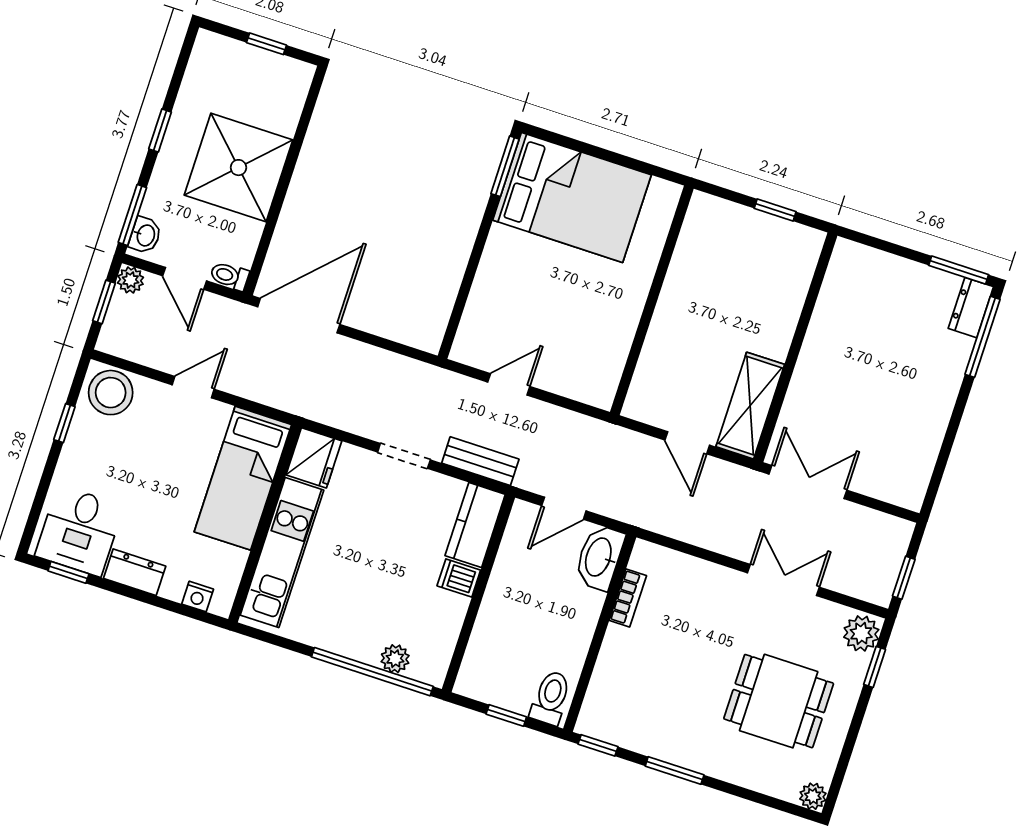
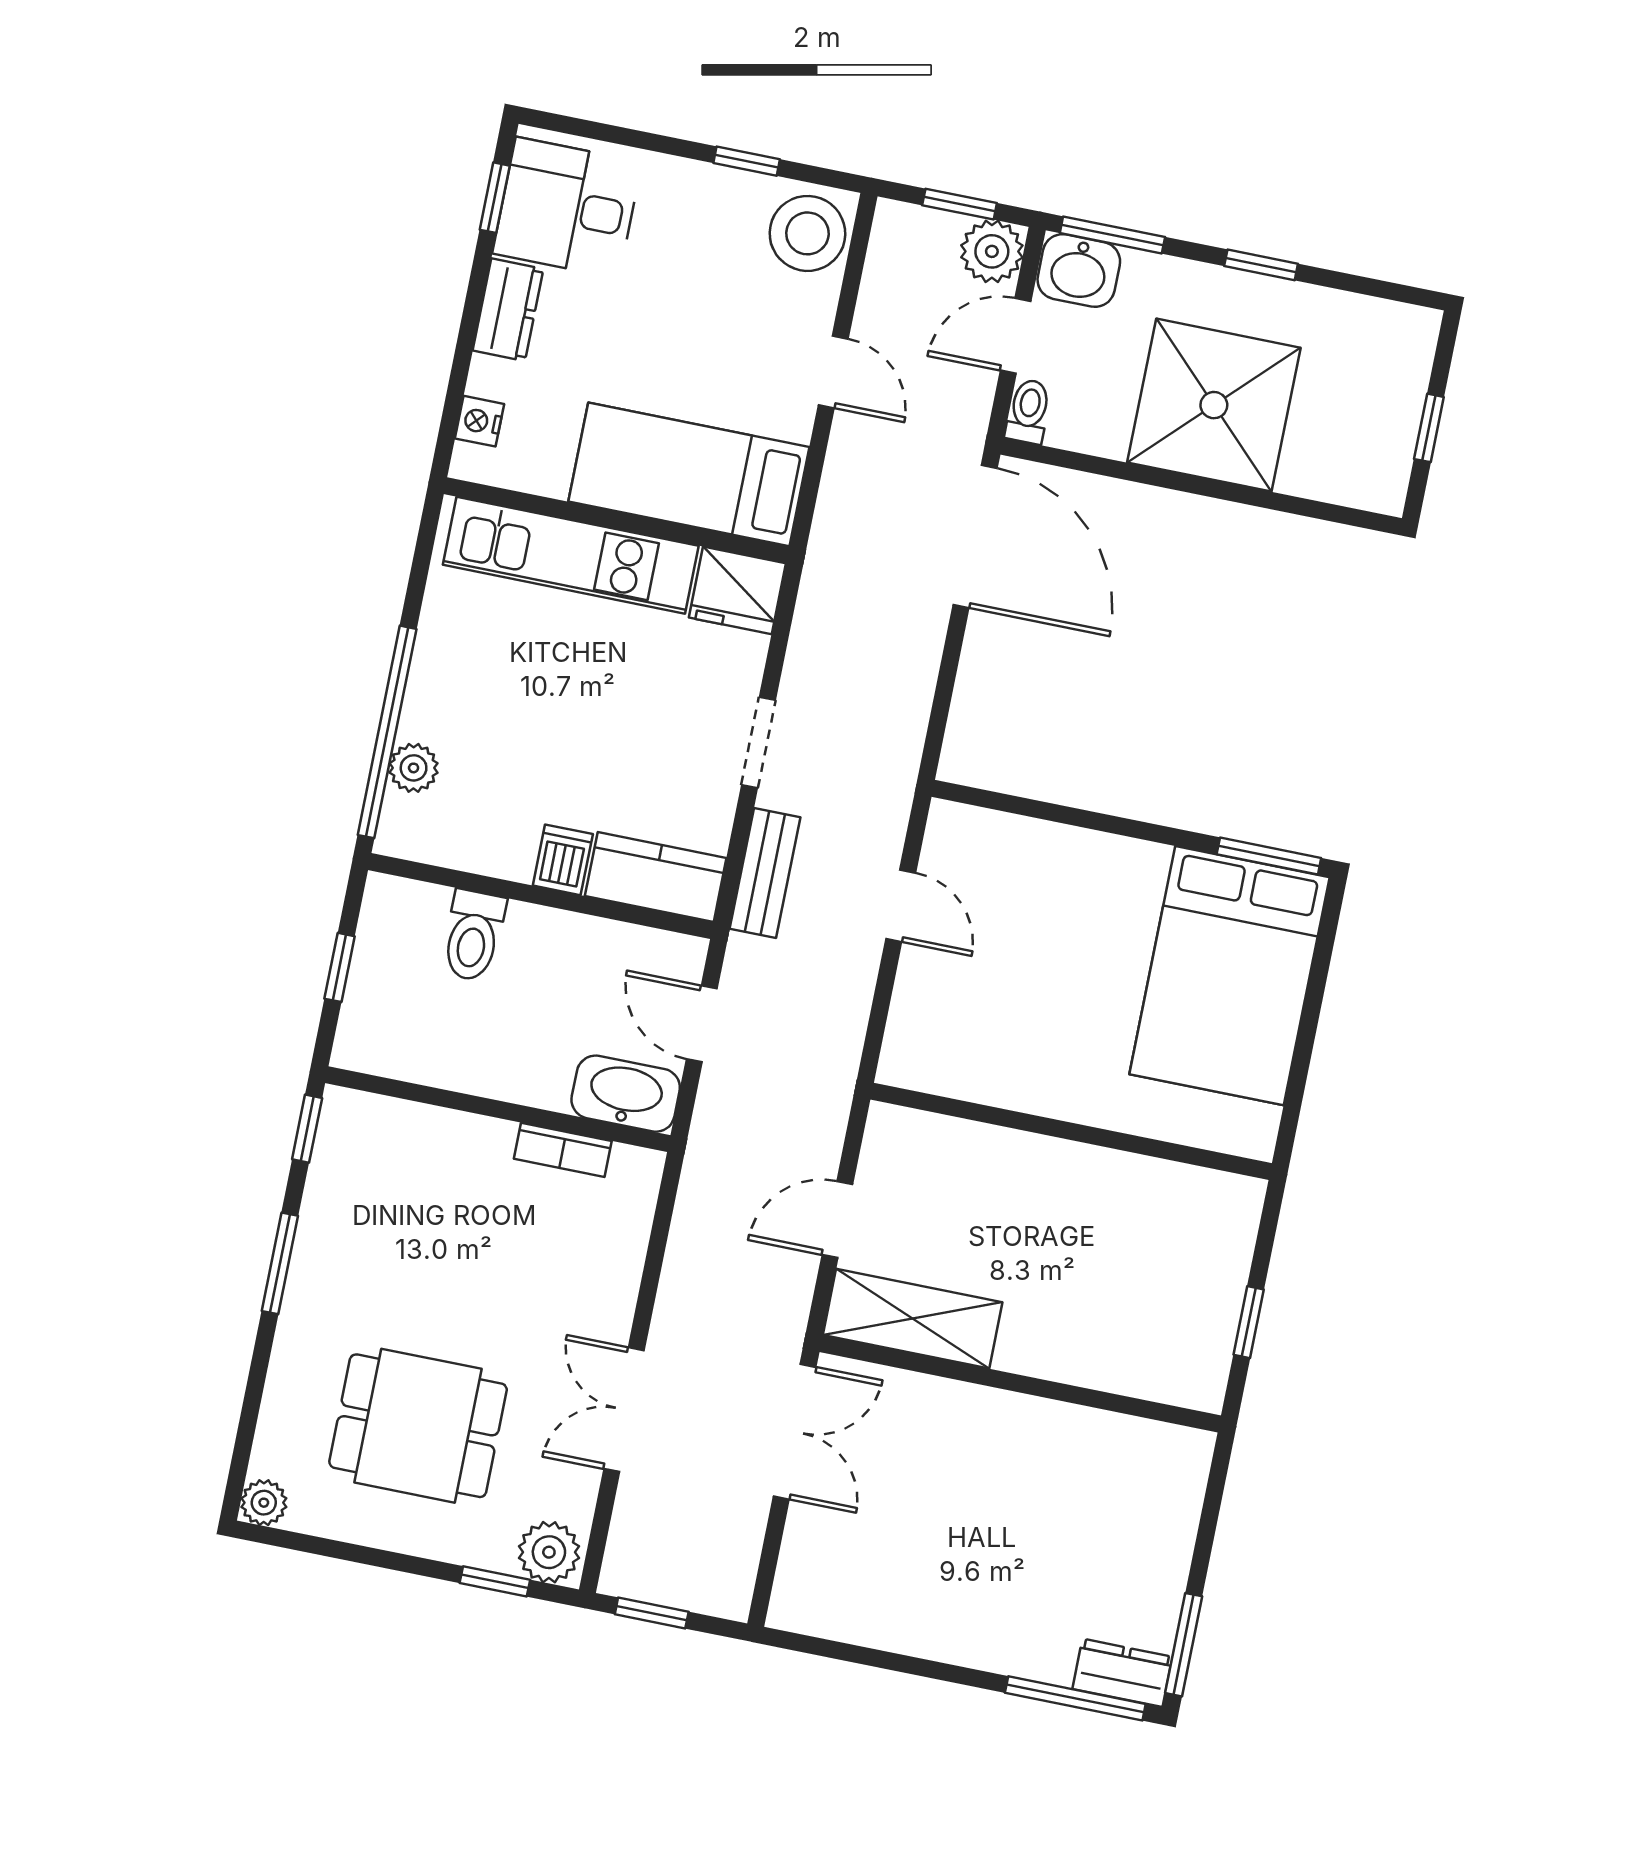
washbasin: (145, 235) -> (1079, 271), width x1.38, depth x1.45
plant: (131, 280) -> (992, 251), width x1.38, depth x1.38
double door: (783, 580) -> (624, 1410), swing flipped
toilet: (551, 698) -> (473, 936), moved, turned 90
dining table: (779, 701) -> (418, 1426), turned 90

